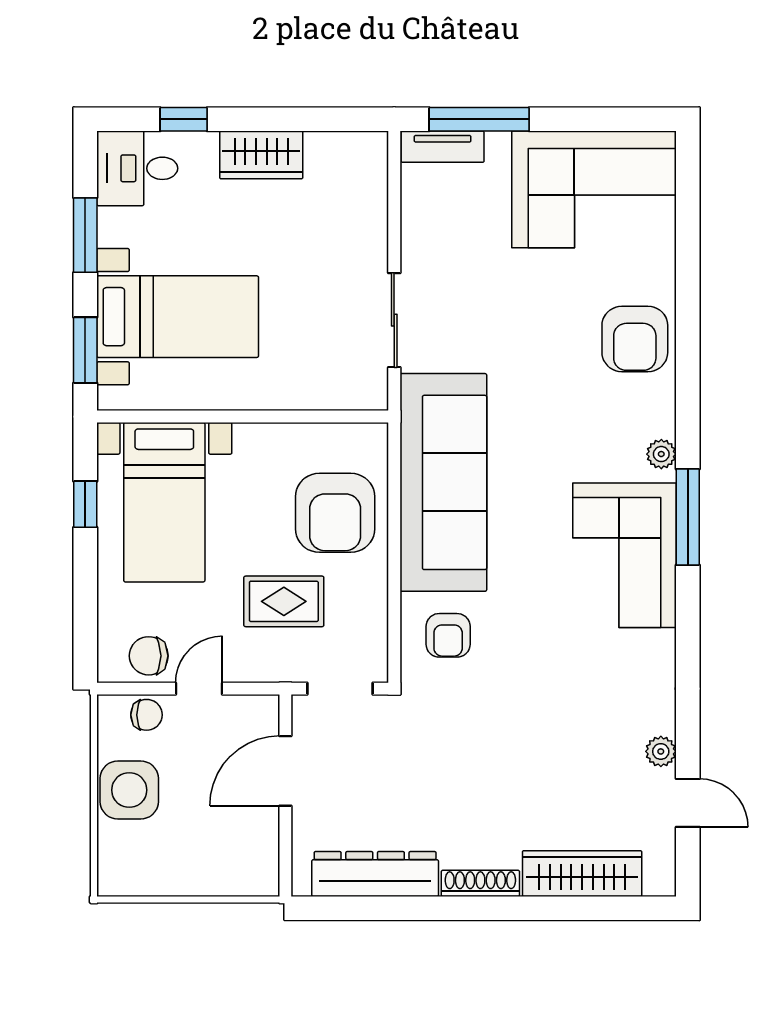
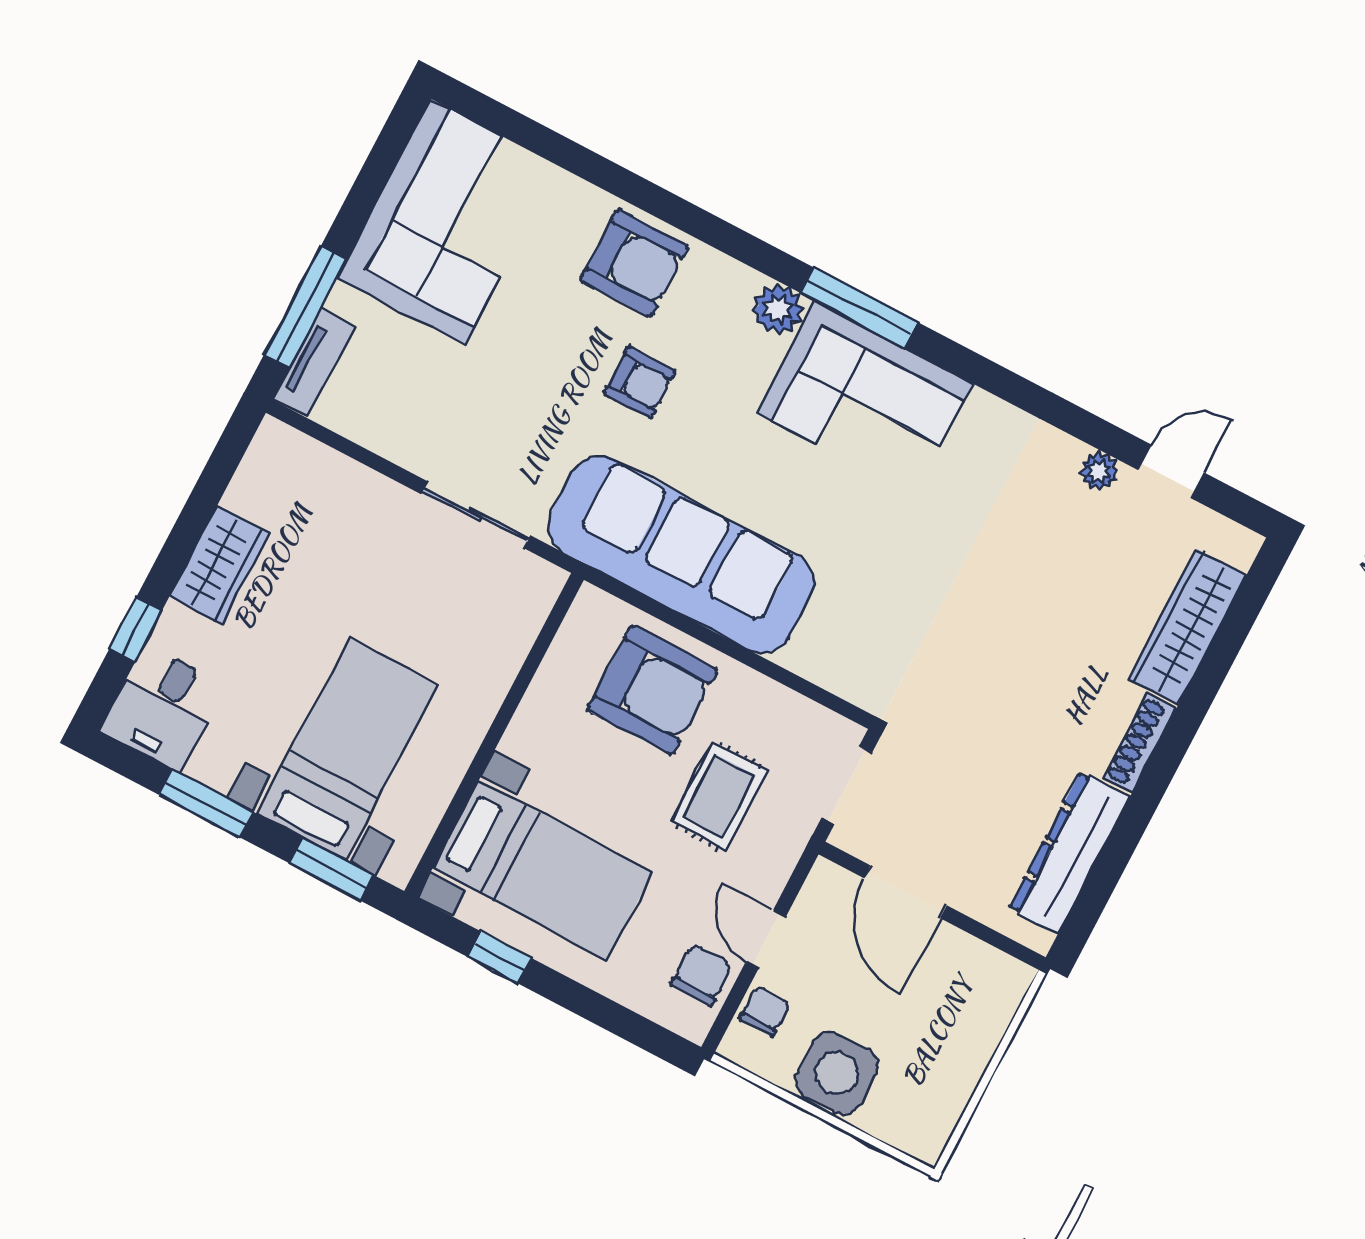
plant: (661, 454) -> (778, 309), width x1.38, depth x1.38
armchair: (448, 635) -> (640, 382), moved
chair: (149, 656) -> (701, 975), turned 180

